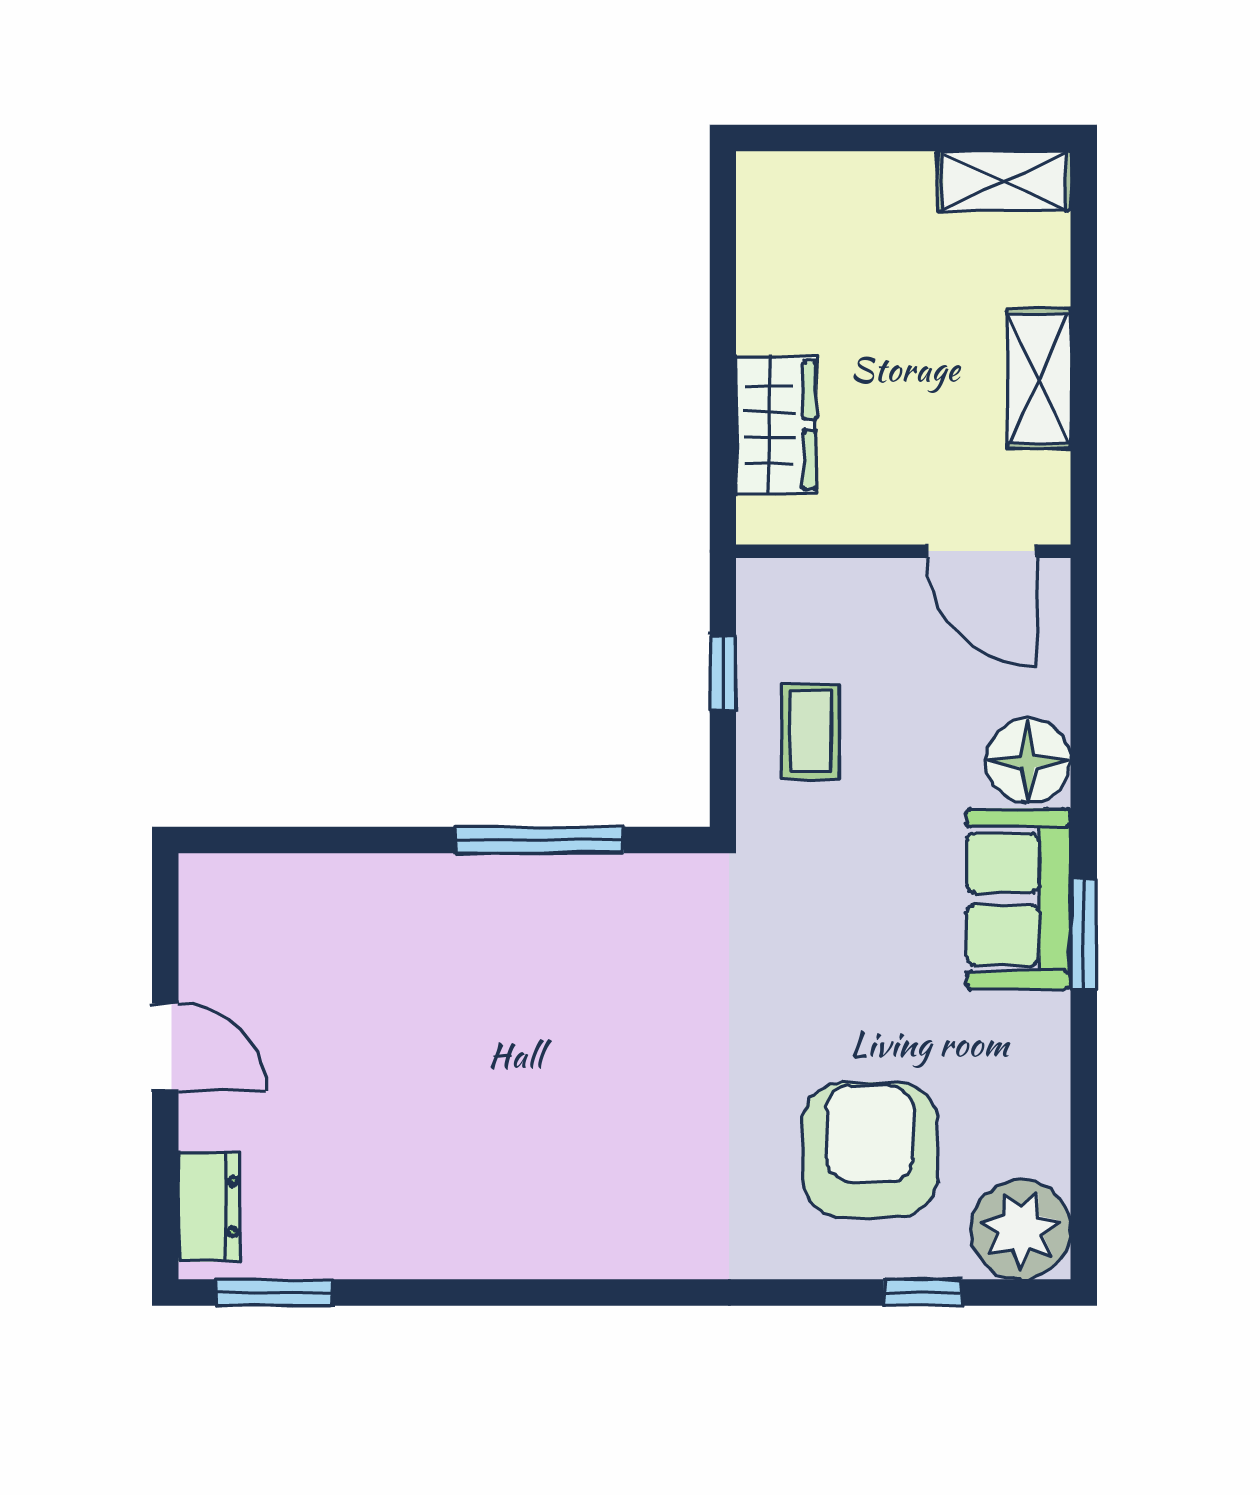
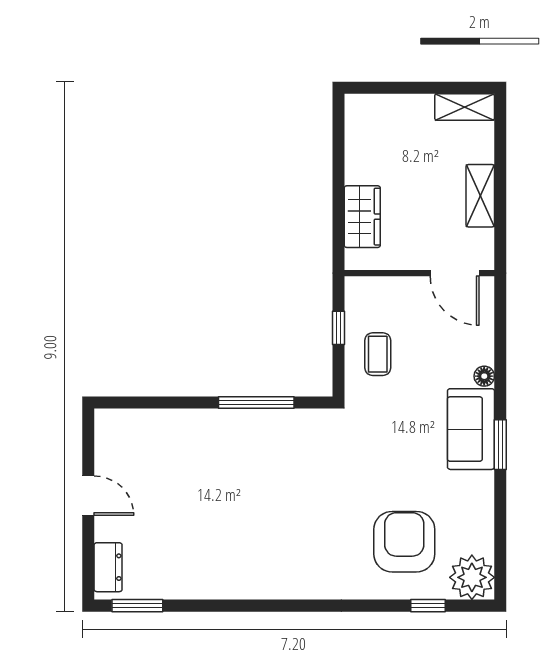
floor lamp: (1028, 761) -> (484, 376), width x0.53, depth x0.53

